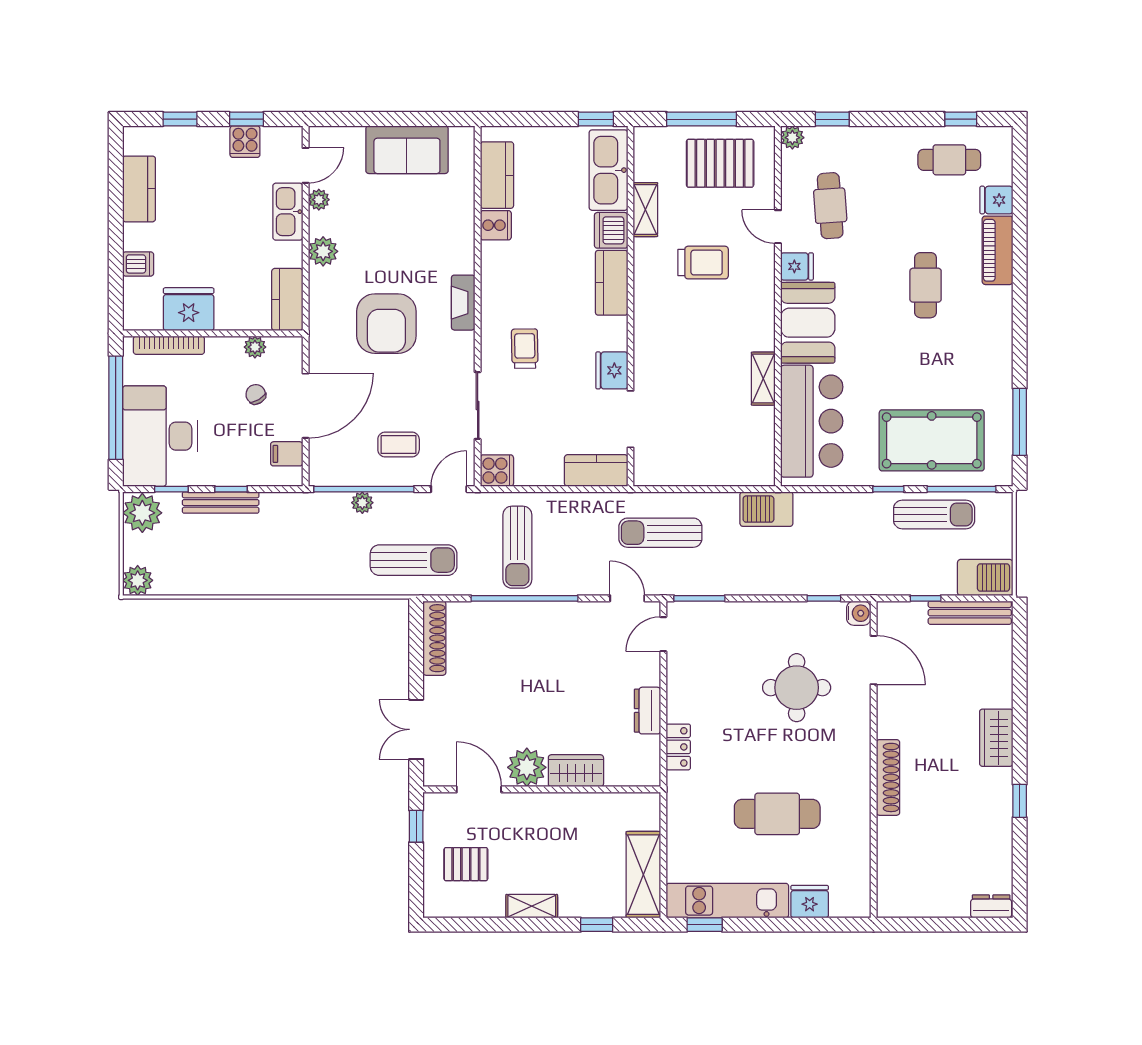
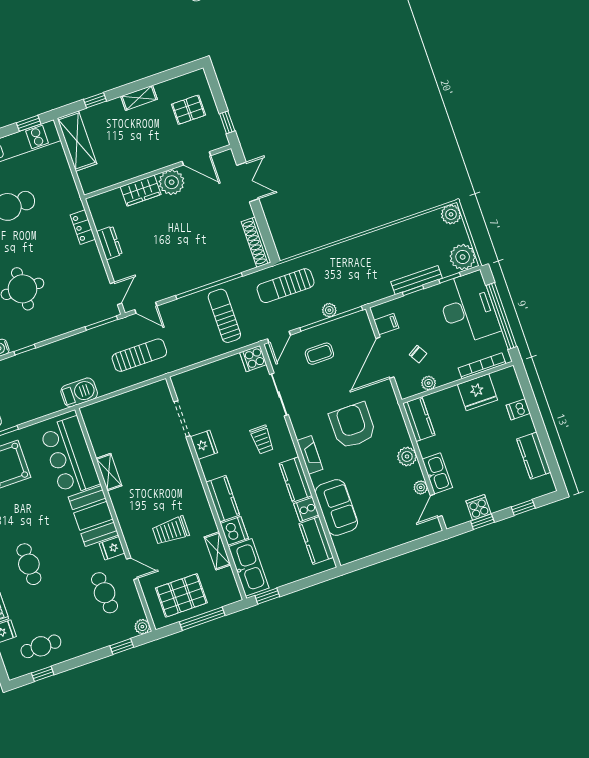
sofa: (407, 150) -> (336, 508), moved, turned 90
kitchen counter: (596, 471) -> (296, 480), moved, turned 90

